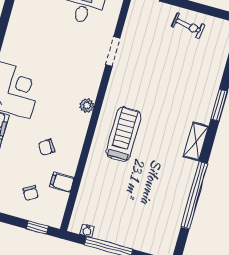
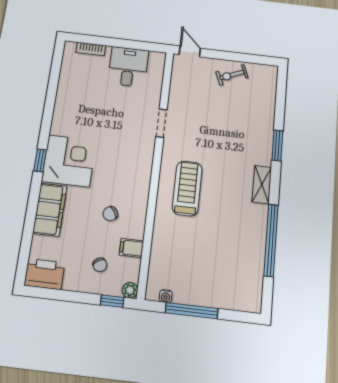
exercise bike: (188, 26) -> (232, 75), turned 148
doorway: (113, 51) -> (161, 123), moved
plant: (87, 105) -> (130, 290), moved

